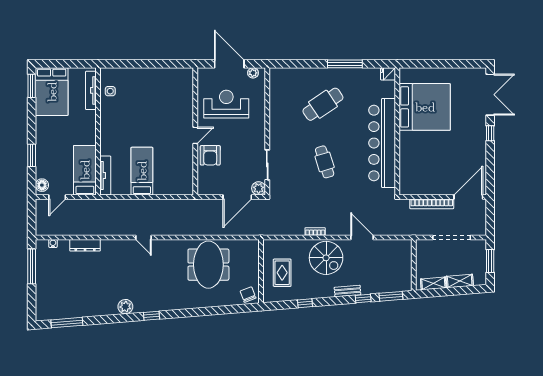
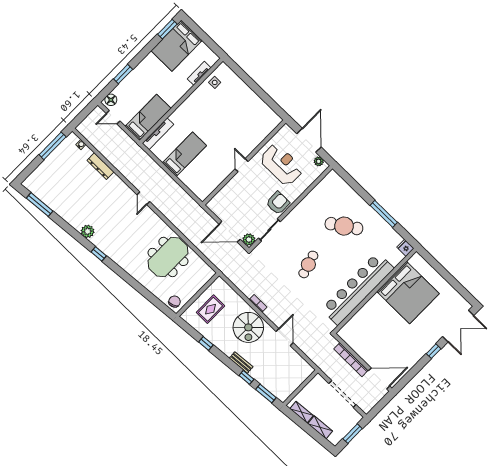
tv unit: (91, 90) -> (199, 73), width x0.71
door: (195, 135) -> (242, 165), swing flipped
armchair: (210, 155) -> (278, 203), moved, turned 180

